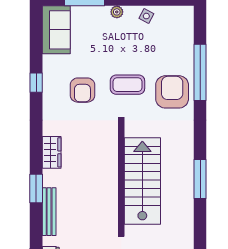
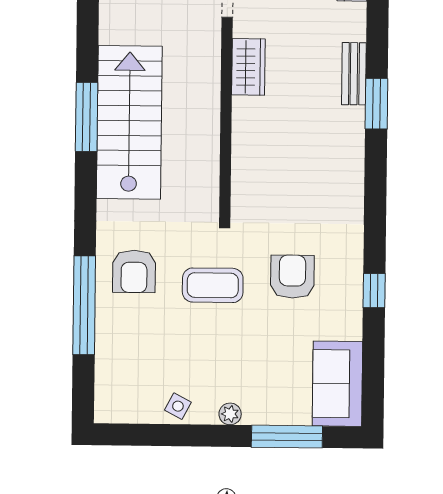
armchair: (172, 92) -> (134, 271), width x0.73, depth x0.73
wardrobe: (52, 152) -> (248, 67), moved, turned 180
stairs: (142, 181) -> (129, 122), moved, turned 180
bench: (49, 212) -> (354, 74), width x0.73

